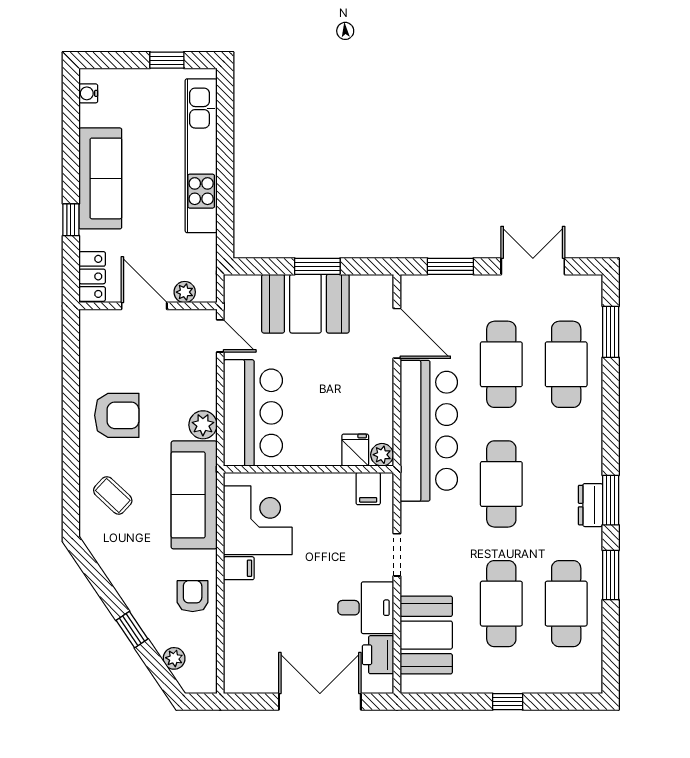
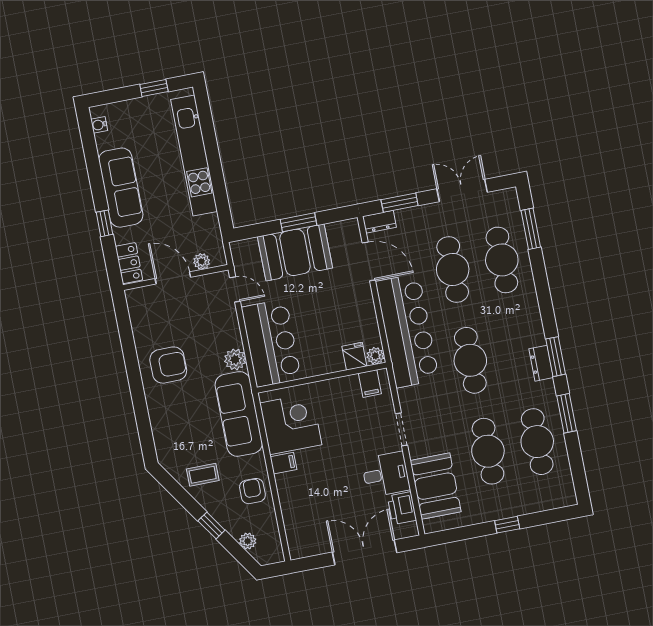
dresser: (420, 286) -> (379, 222), added
coffee table: (113, 495) -> (203, 475), moved, turned -43

